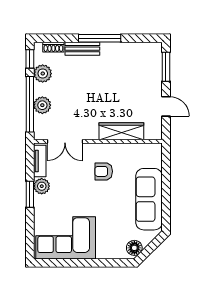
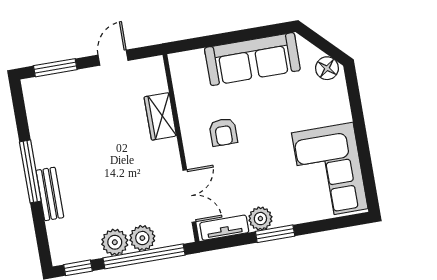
shoe rack: (53, 47) -> (55, 237), removed
plant: (43, 74) -> (115, 242), moved
wardrobe: (121, 131) -> (160, 116), width x0.67

